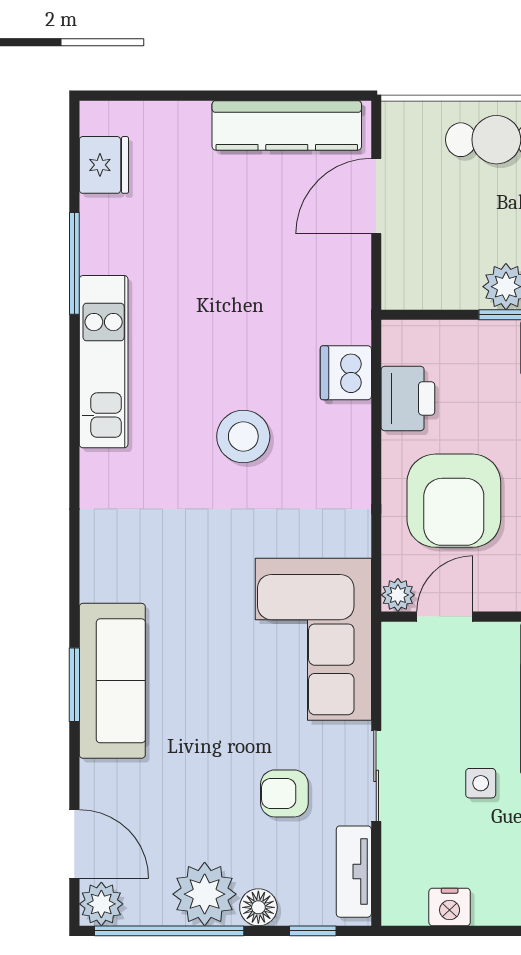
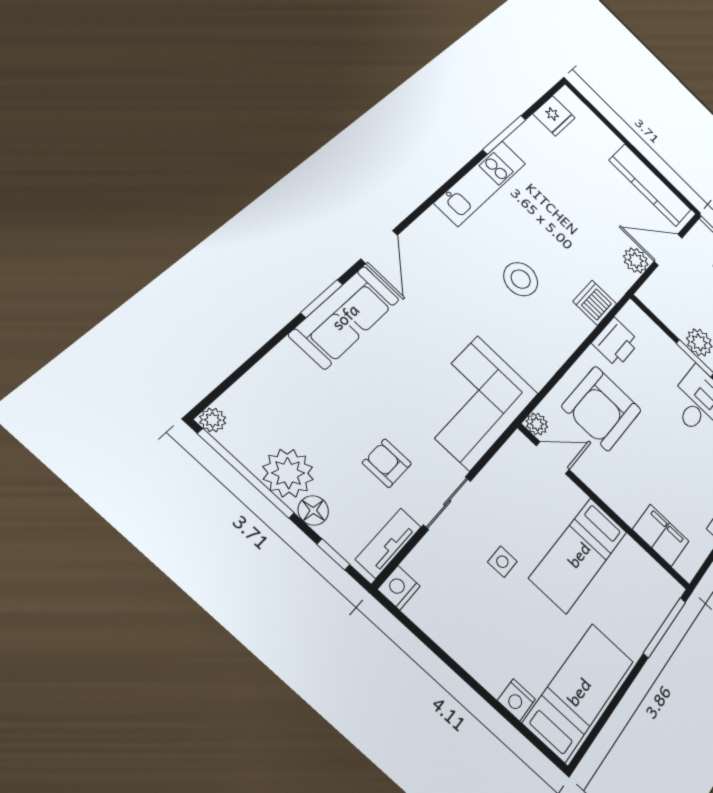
plant: (349, 259) -> (636, 260), added
door: (74, 844) -> (379, 247), moved
plant: (101, 904) -> (213, 420), width x0.73, depth x0.73
nightstand: (450, 907) -> (399, 588), moved, turned 90

